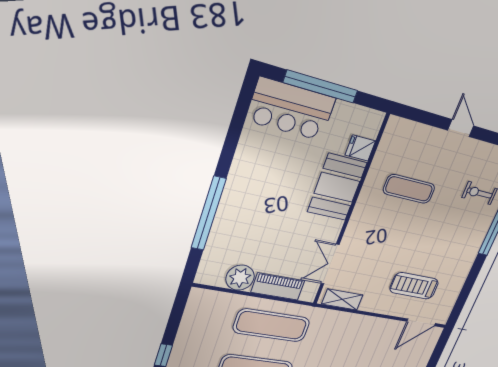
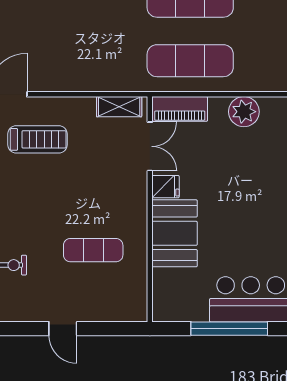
fridge: (360, 148) -> (165, 187), moved
piano: (278, 287) -> (180, 109), moved

